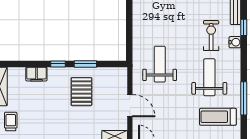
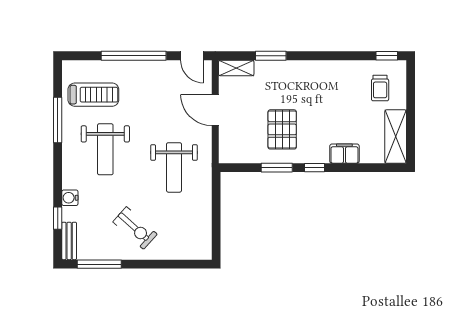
exercise bike: (211, 36) -> (135, 228), moved, turned -48

